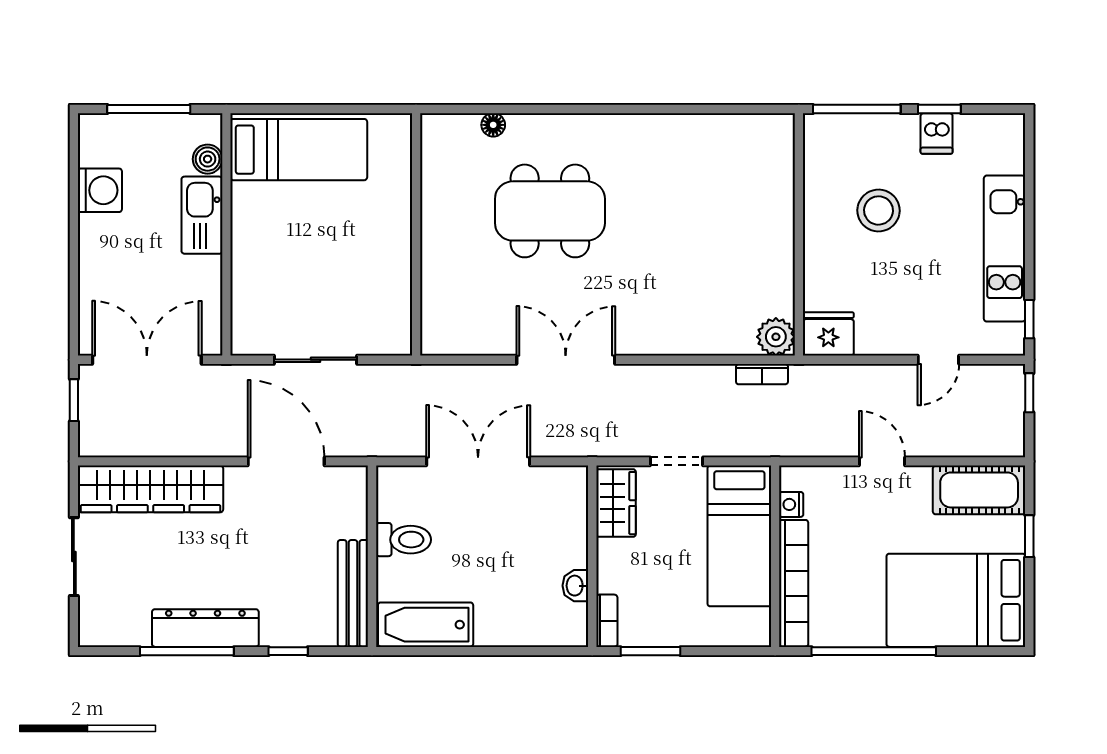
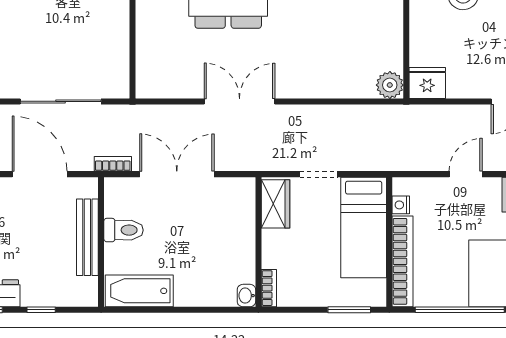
sliding door: (315, 360) -> (61, 101), width x1.37
bookcase: (762, 374) -> (113, 164), moved, turned 180
door: (882, 461) -> (466, 174), hinge flipped
washbasin: (575, 586) -> (246, 296), moved
bench: (353, 593) -> (87, 237), moved
window: (650, 651) -> (349, 310), moved

